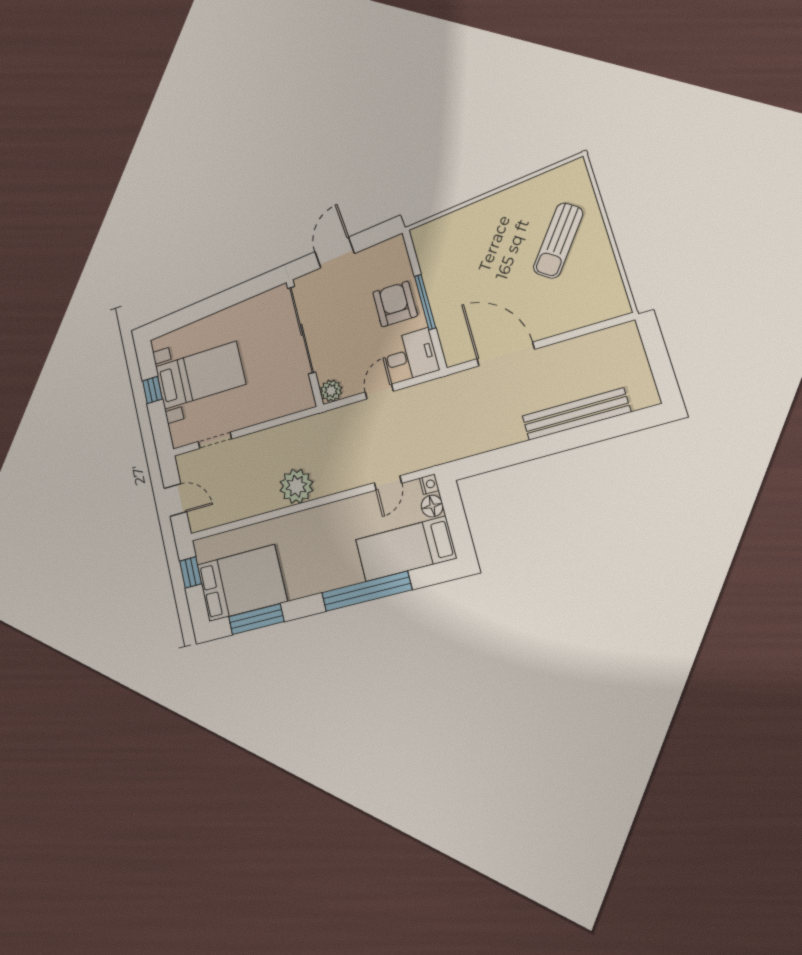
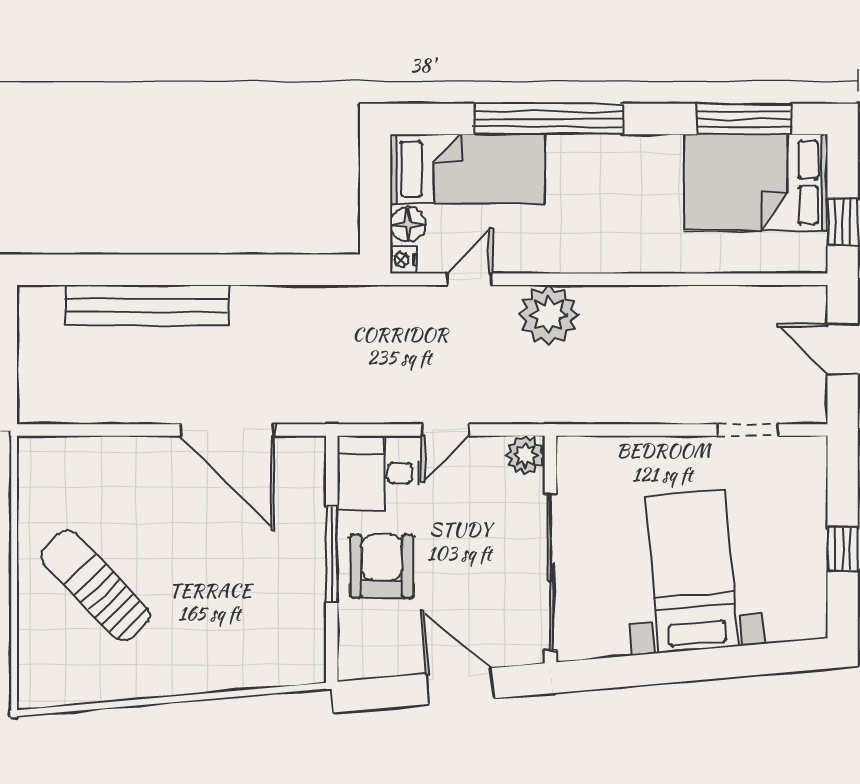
sun lounger: (558, 241) -> (95, 586), turned -81
door: (335, 253) -> (460, 686), swing flipped
armchair: (395, 304) -> (382, 566), turned 180
bed with nightstands: (200, 375) -> (692, 571), moved, turned 85
plant: (296, 486) -> (549, 315), moved

